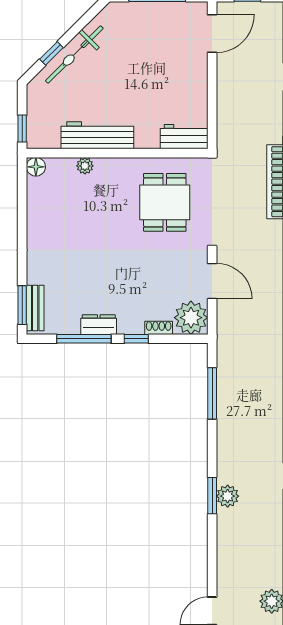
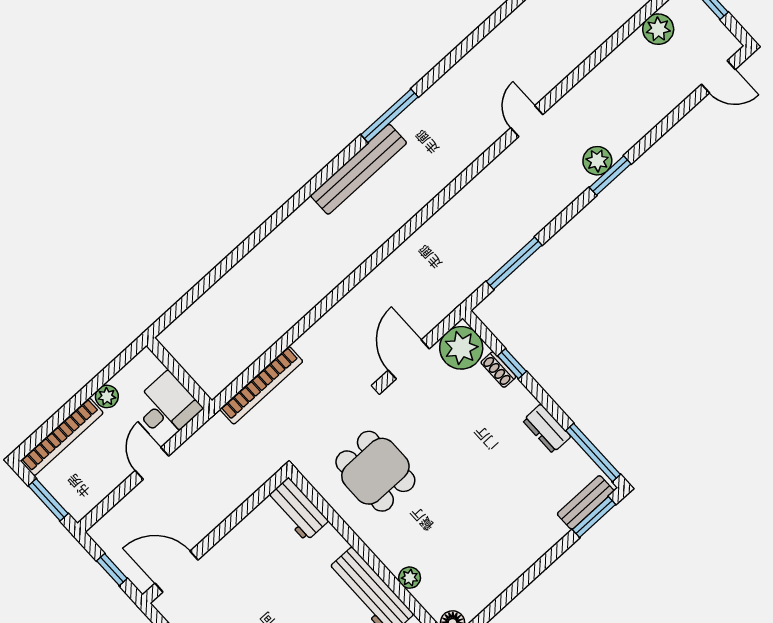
dining table: (165, 202) -> (375, 471), turned 90
window: (84, 339) -> (593, 453), moved
window: (136, 339) -> (512, 364), moved

